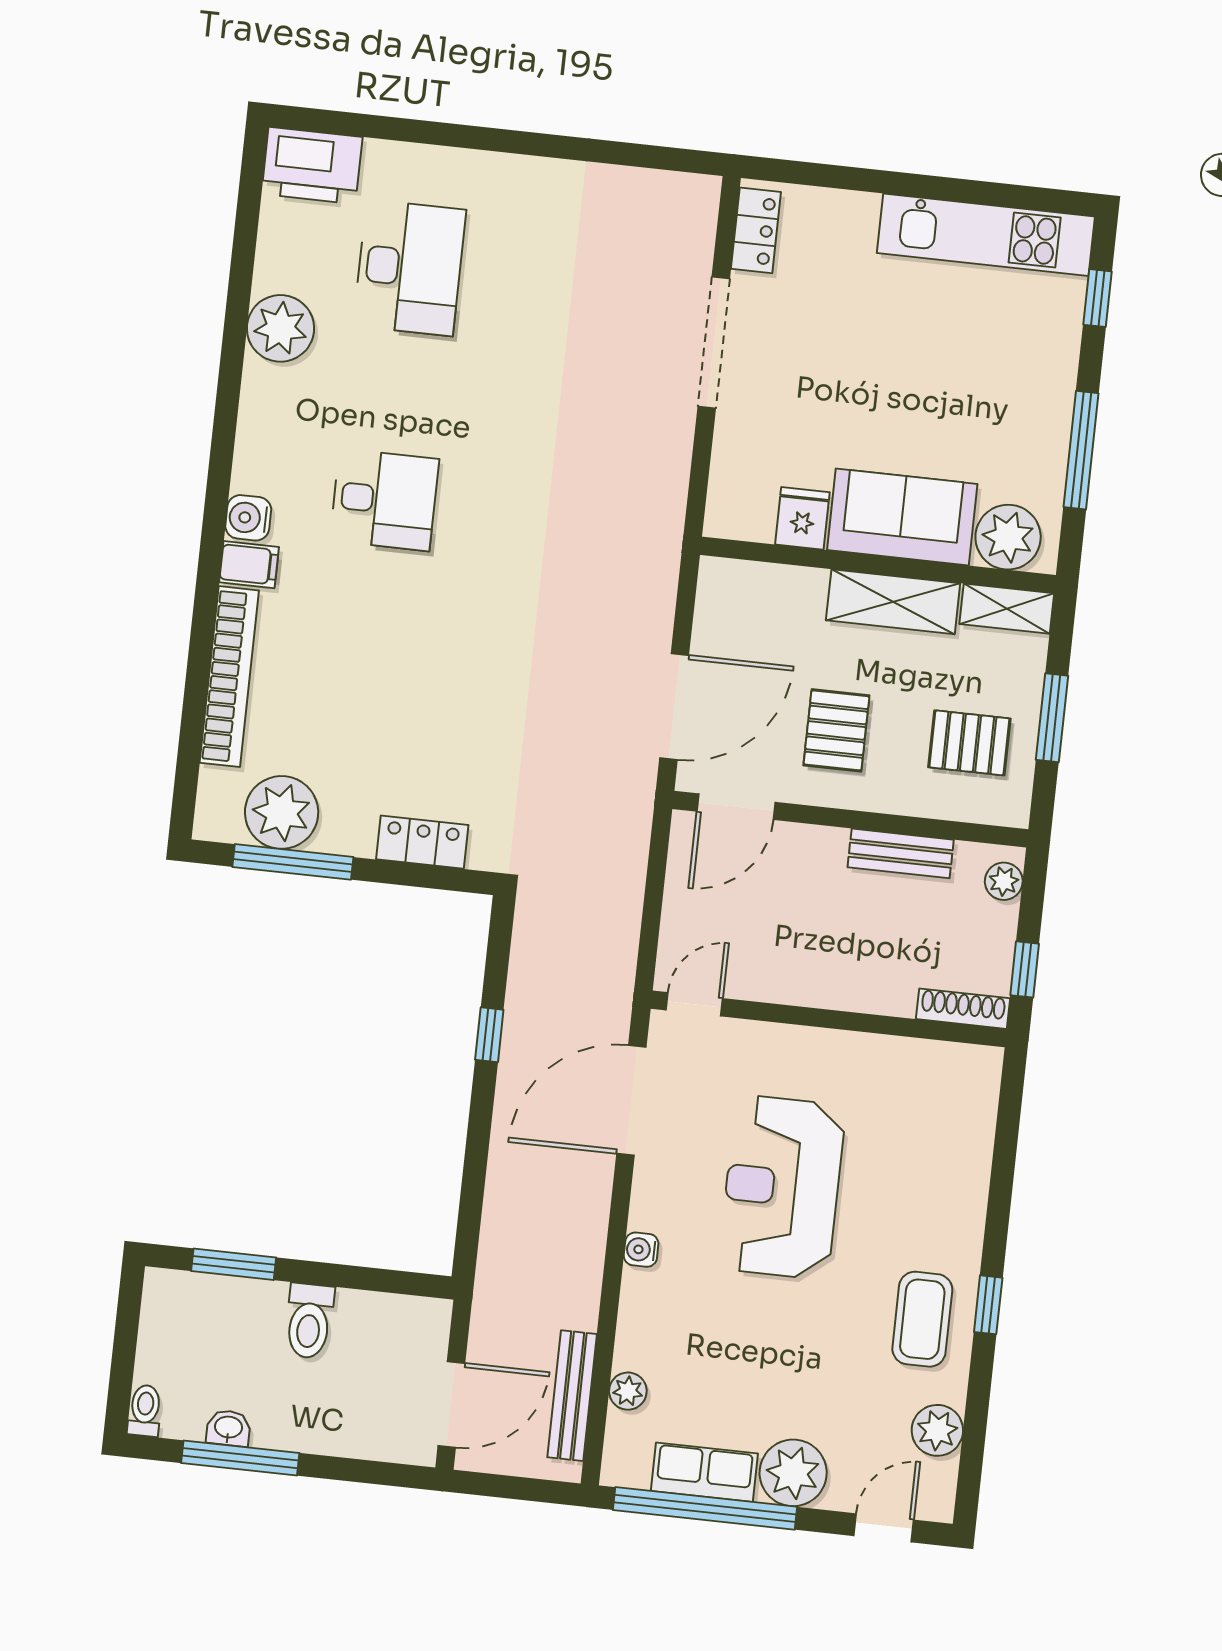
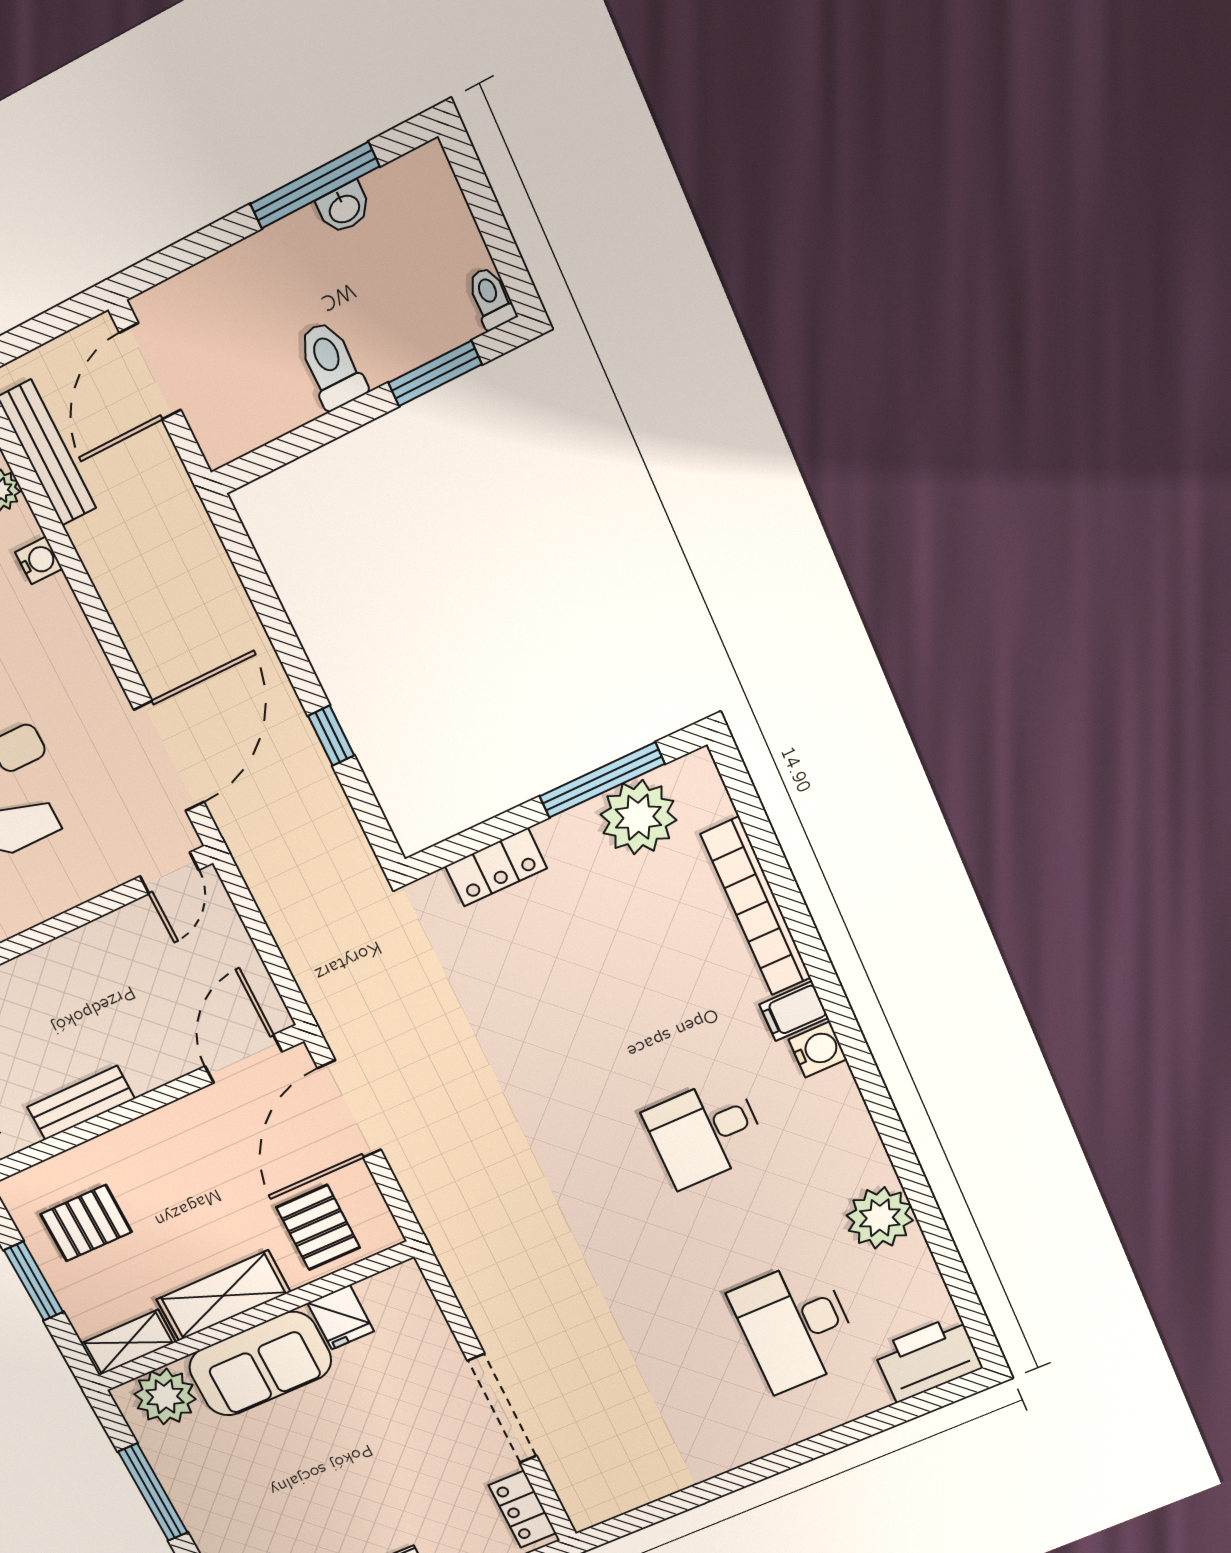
pallet: (836, 730) -> (318, 1227), moved
water cooler: (641, 1250) -> (39, 560), moved
toilet: (145, 1411) -> (491, 298), moved, turned 180

